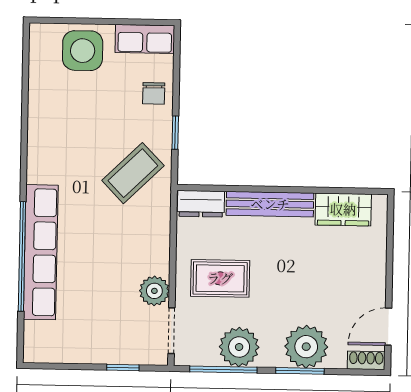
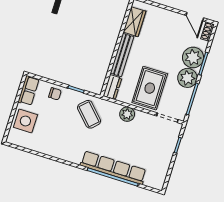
rug: (220, 278) -> (150, 88), width x1.36, depth x1.43
plant: (154, 291) -> (127, 114), moved
plant: (239, 347) -> (187, 78), moved

